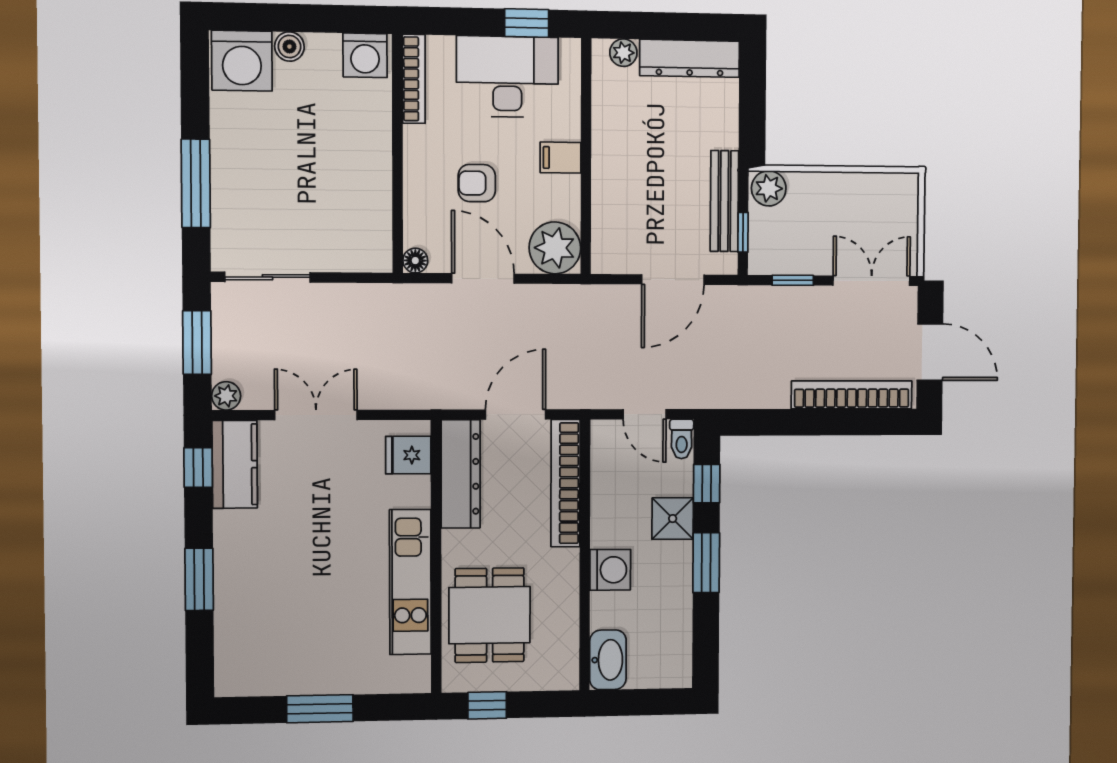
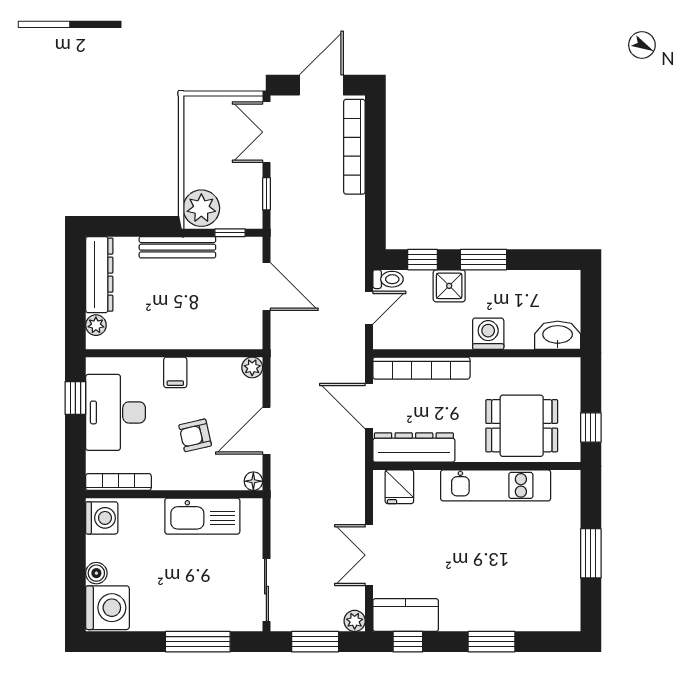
armchair: (477, 183) -> (195, 435), turned 77
plant: (769, 188) -> (201, 208), width x1.36, depth x1.36
kitchen sink: (368, 192) -> (202, 516), added
bench: (724, 201) -> (177, 247), moved
plant: (555, 248) -> (252, 367), width x0.53, depth x0.53

